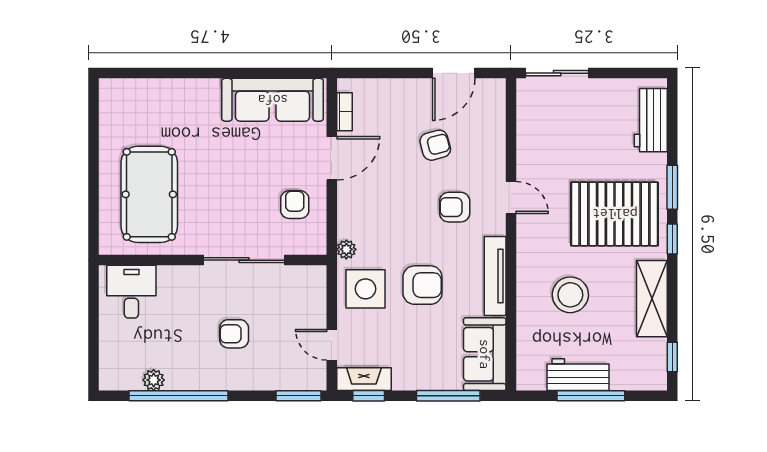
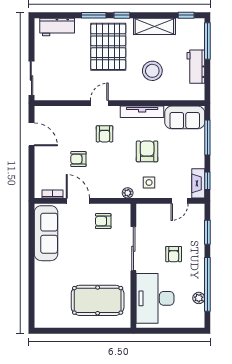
armchair: (435, 145) -> (78, 159), moved, turned -75
side table: (366, 289) -> (149, 182), width x0.54, depth x0.54
desk: (131, 292) -> (155, 298), width x1.87, depth x1.30
window: (299, 396) -> (207, 232), moved
window: (591, 396) -> (207, 41), moved

